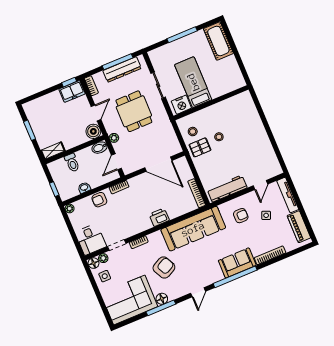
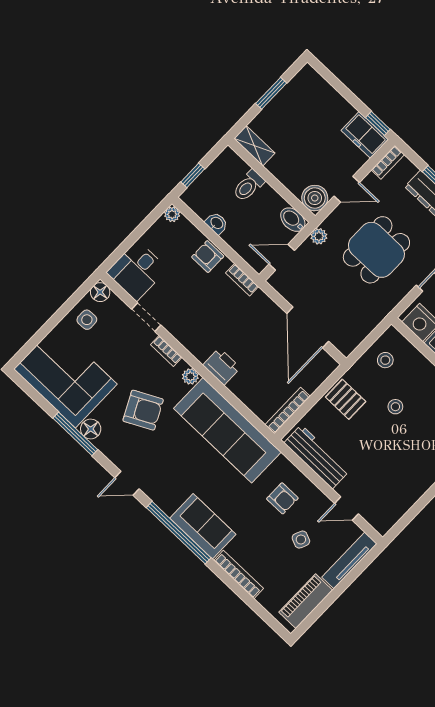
pallet: (200, 147) -> (346, 399), moved
plant: (103, 258) -> (190, 376), moved

